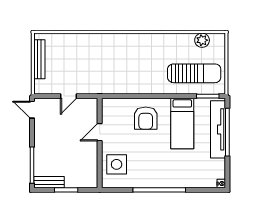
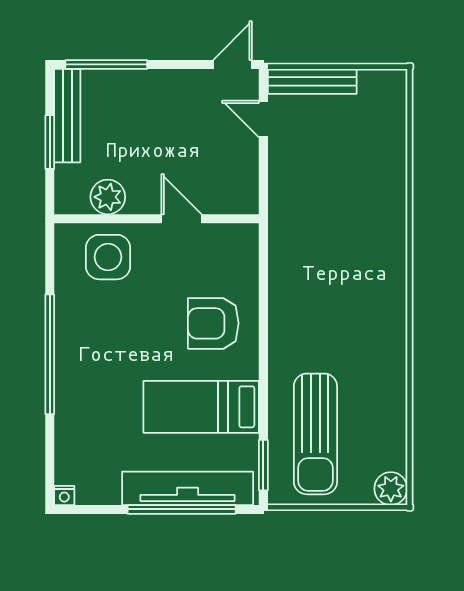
plant: (202, 40) -> (391, 489), moved
bench: (39, 59) -> (312, 81), moved
door: (69, 96) -> (263, 119), moved
plant: (90, 164) -> (108, 197), added
bench: (49, 182) -> (67, 116), width x1.36

